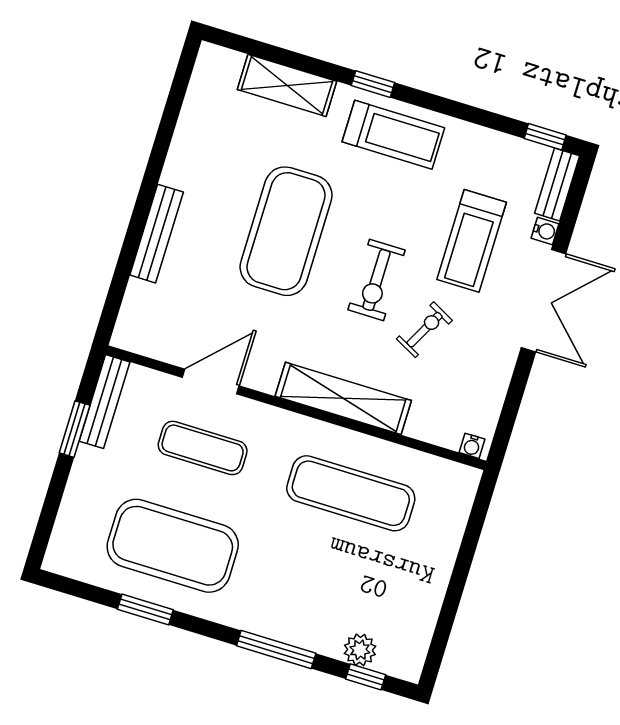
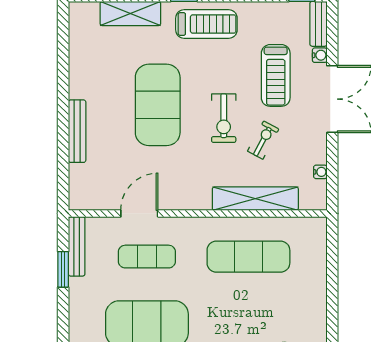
shelving: (343, 398) -> (255, 199), moved
water cooler: (472, 446) -> (320, 172), moved, turned -90

